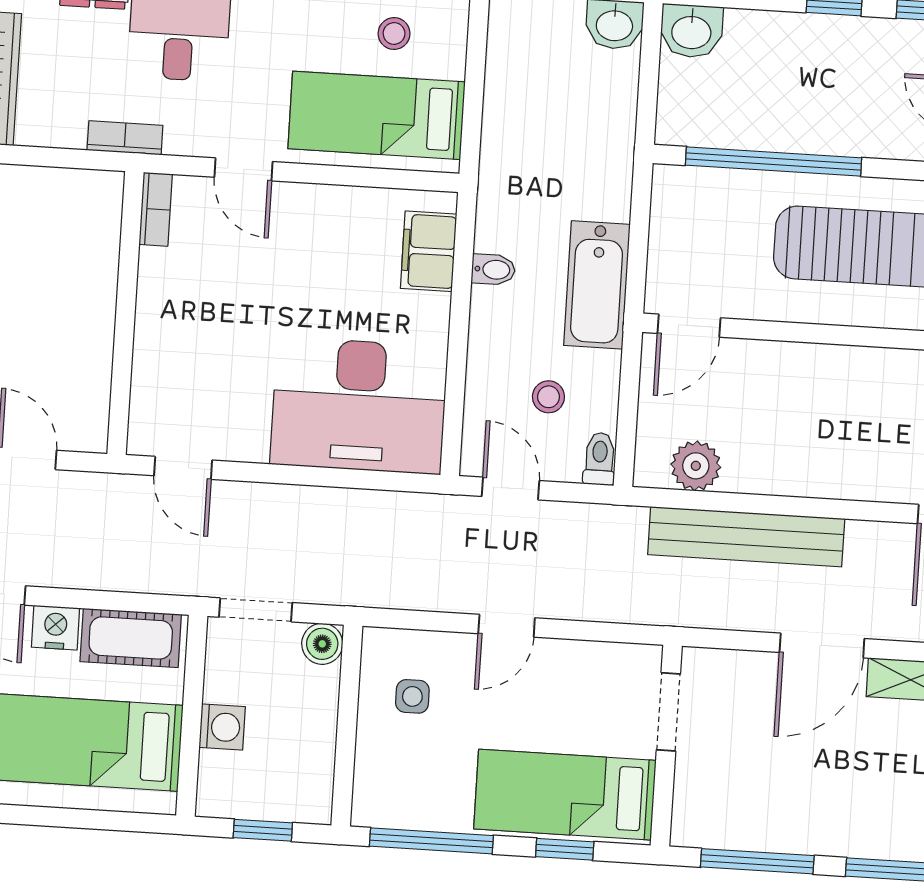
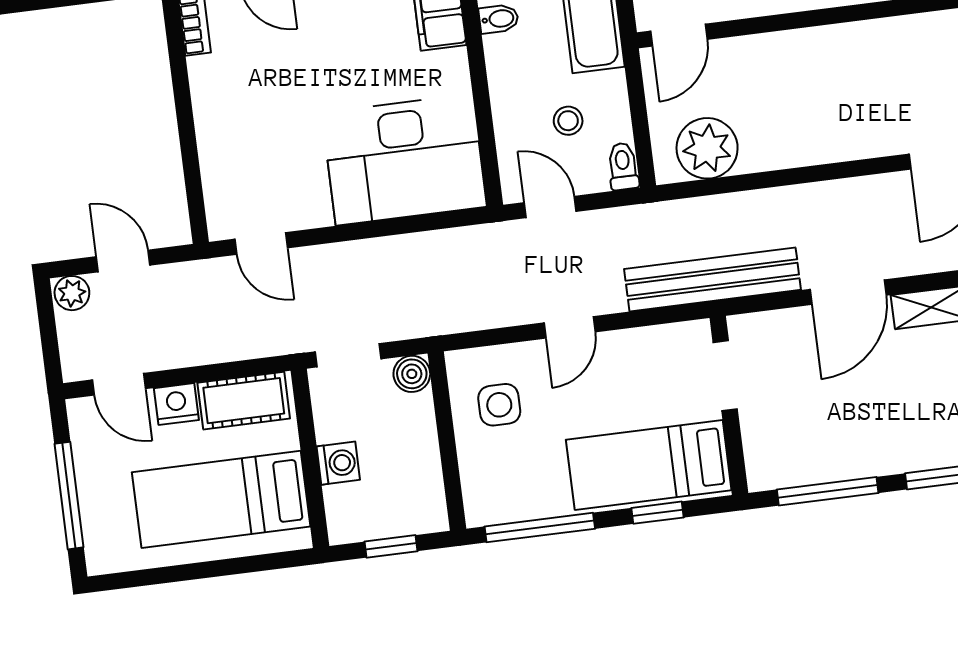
plant: (696, 466) -> (707, 148), width x1.36, depth x1.36
bench: (746, 537) -> (713, 279), moved
side table: (412, 696) -> (499, 405), width x1.37, depth x1.37

